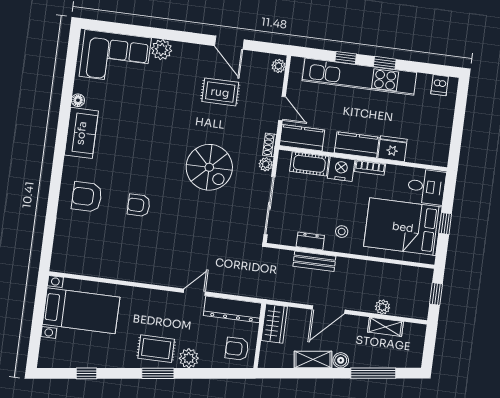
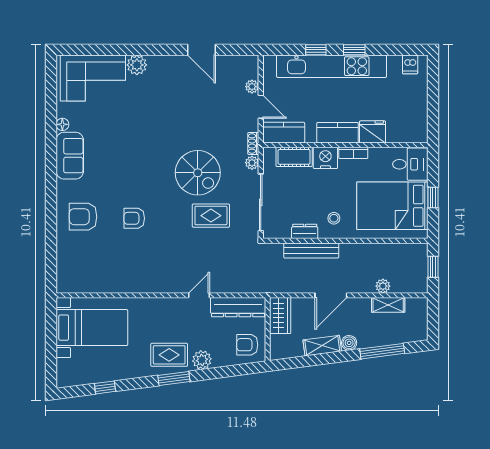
plant: (279, 66) -> (252, 87), moved
rug: (220, 92) -> (211, 216), moved
bench: (314, 261) -> (311, 250), width x1.36

